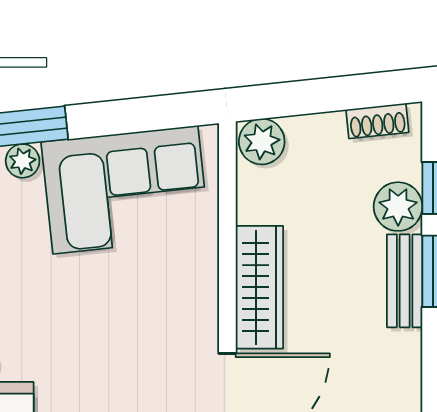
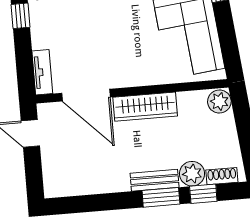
shoe rack: (377, 121) -> (222, 176), moved, turned 96

